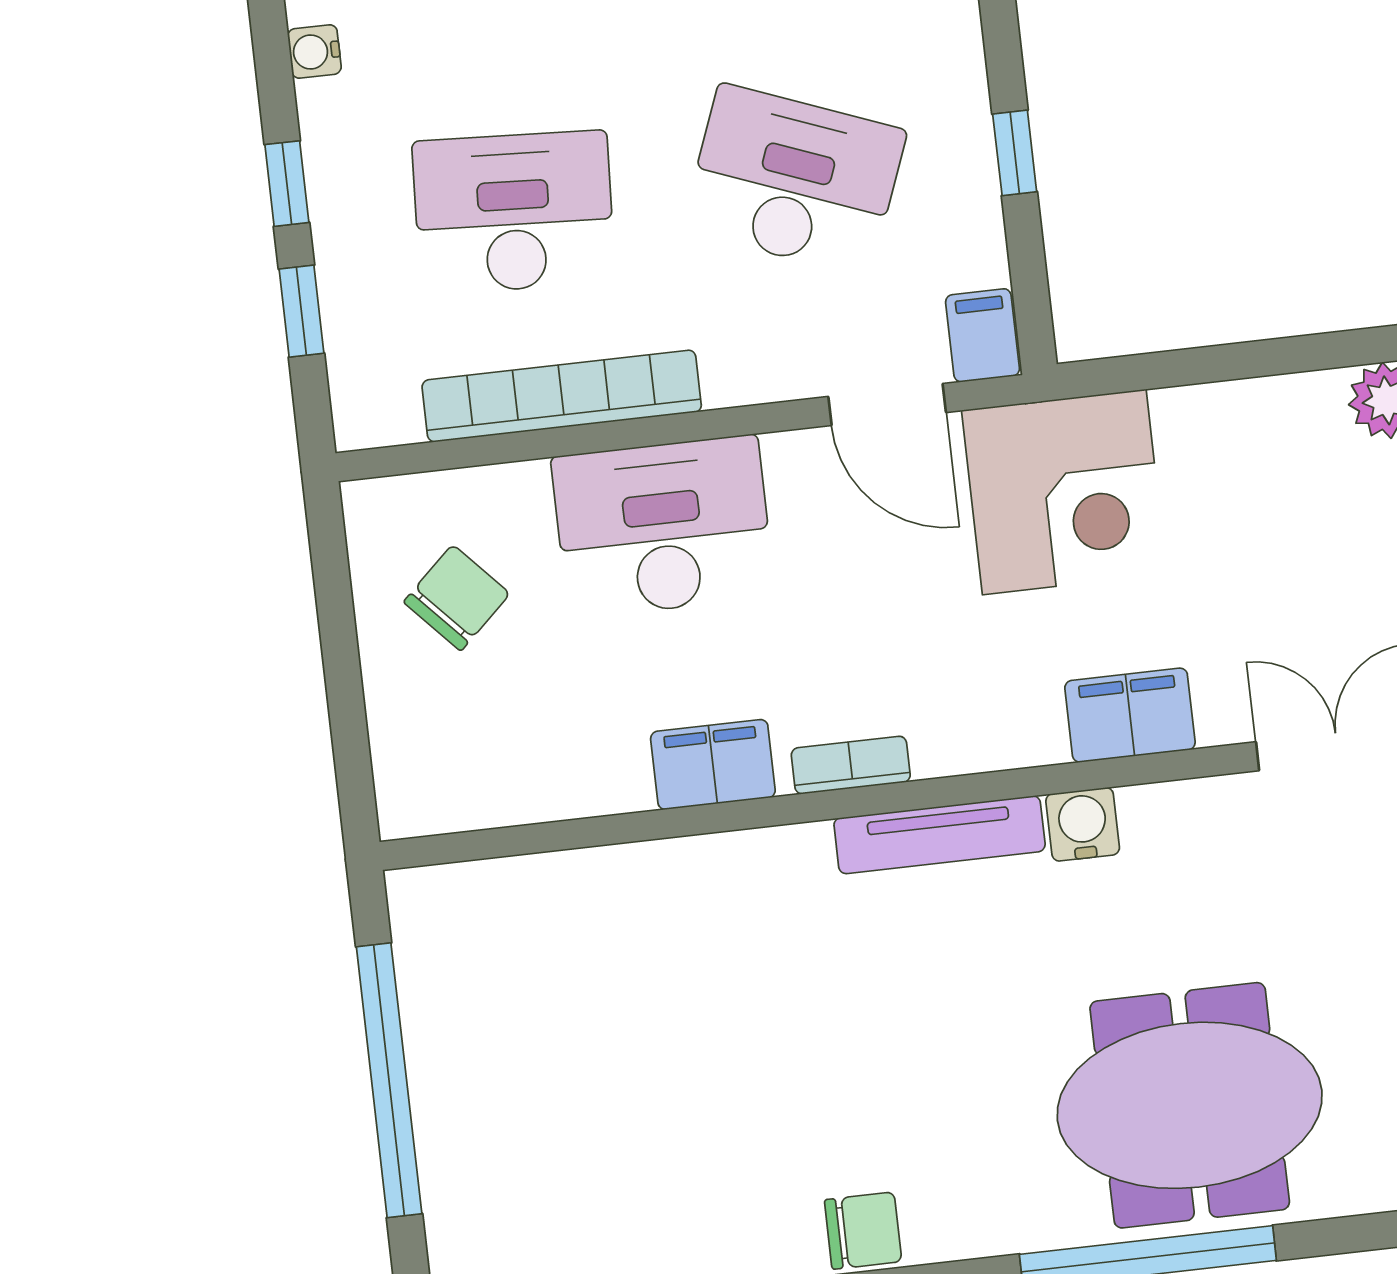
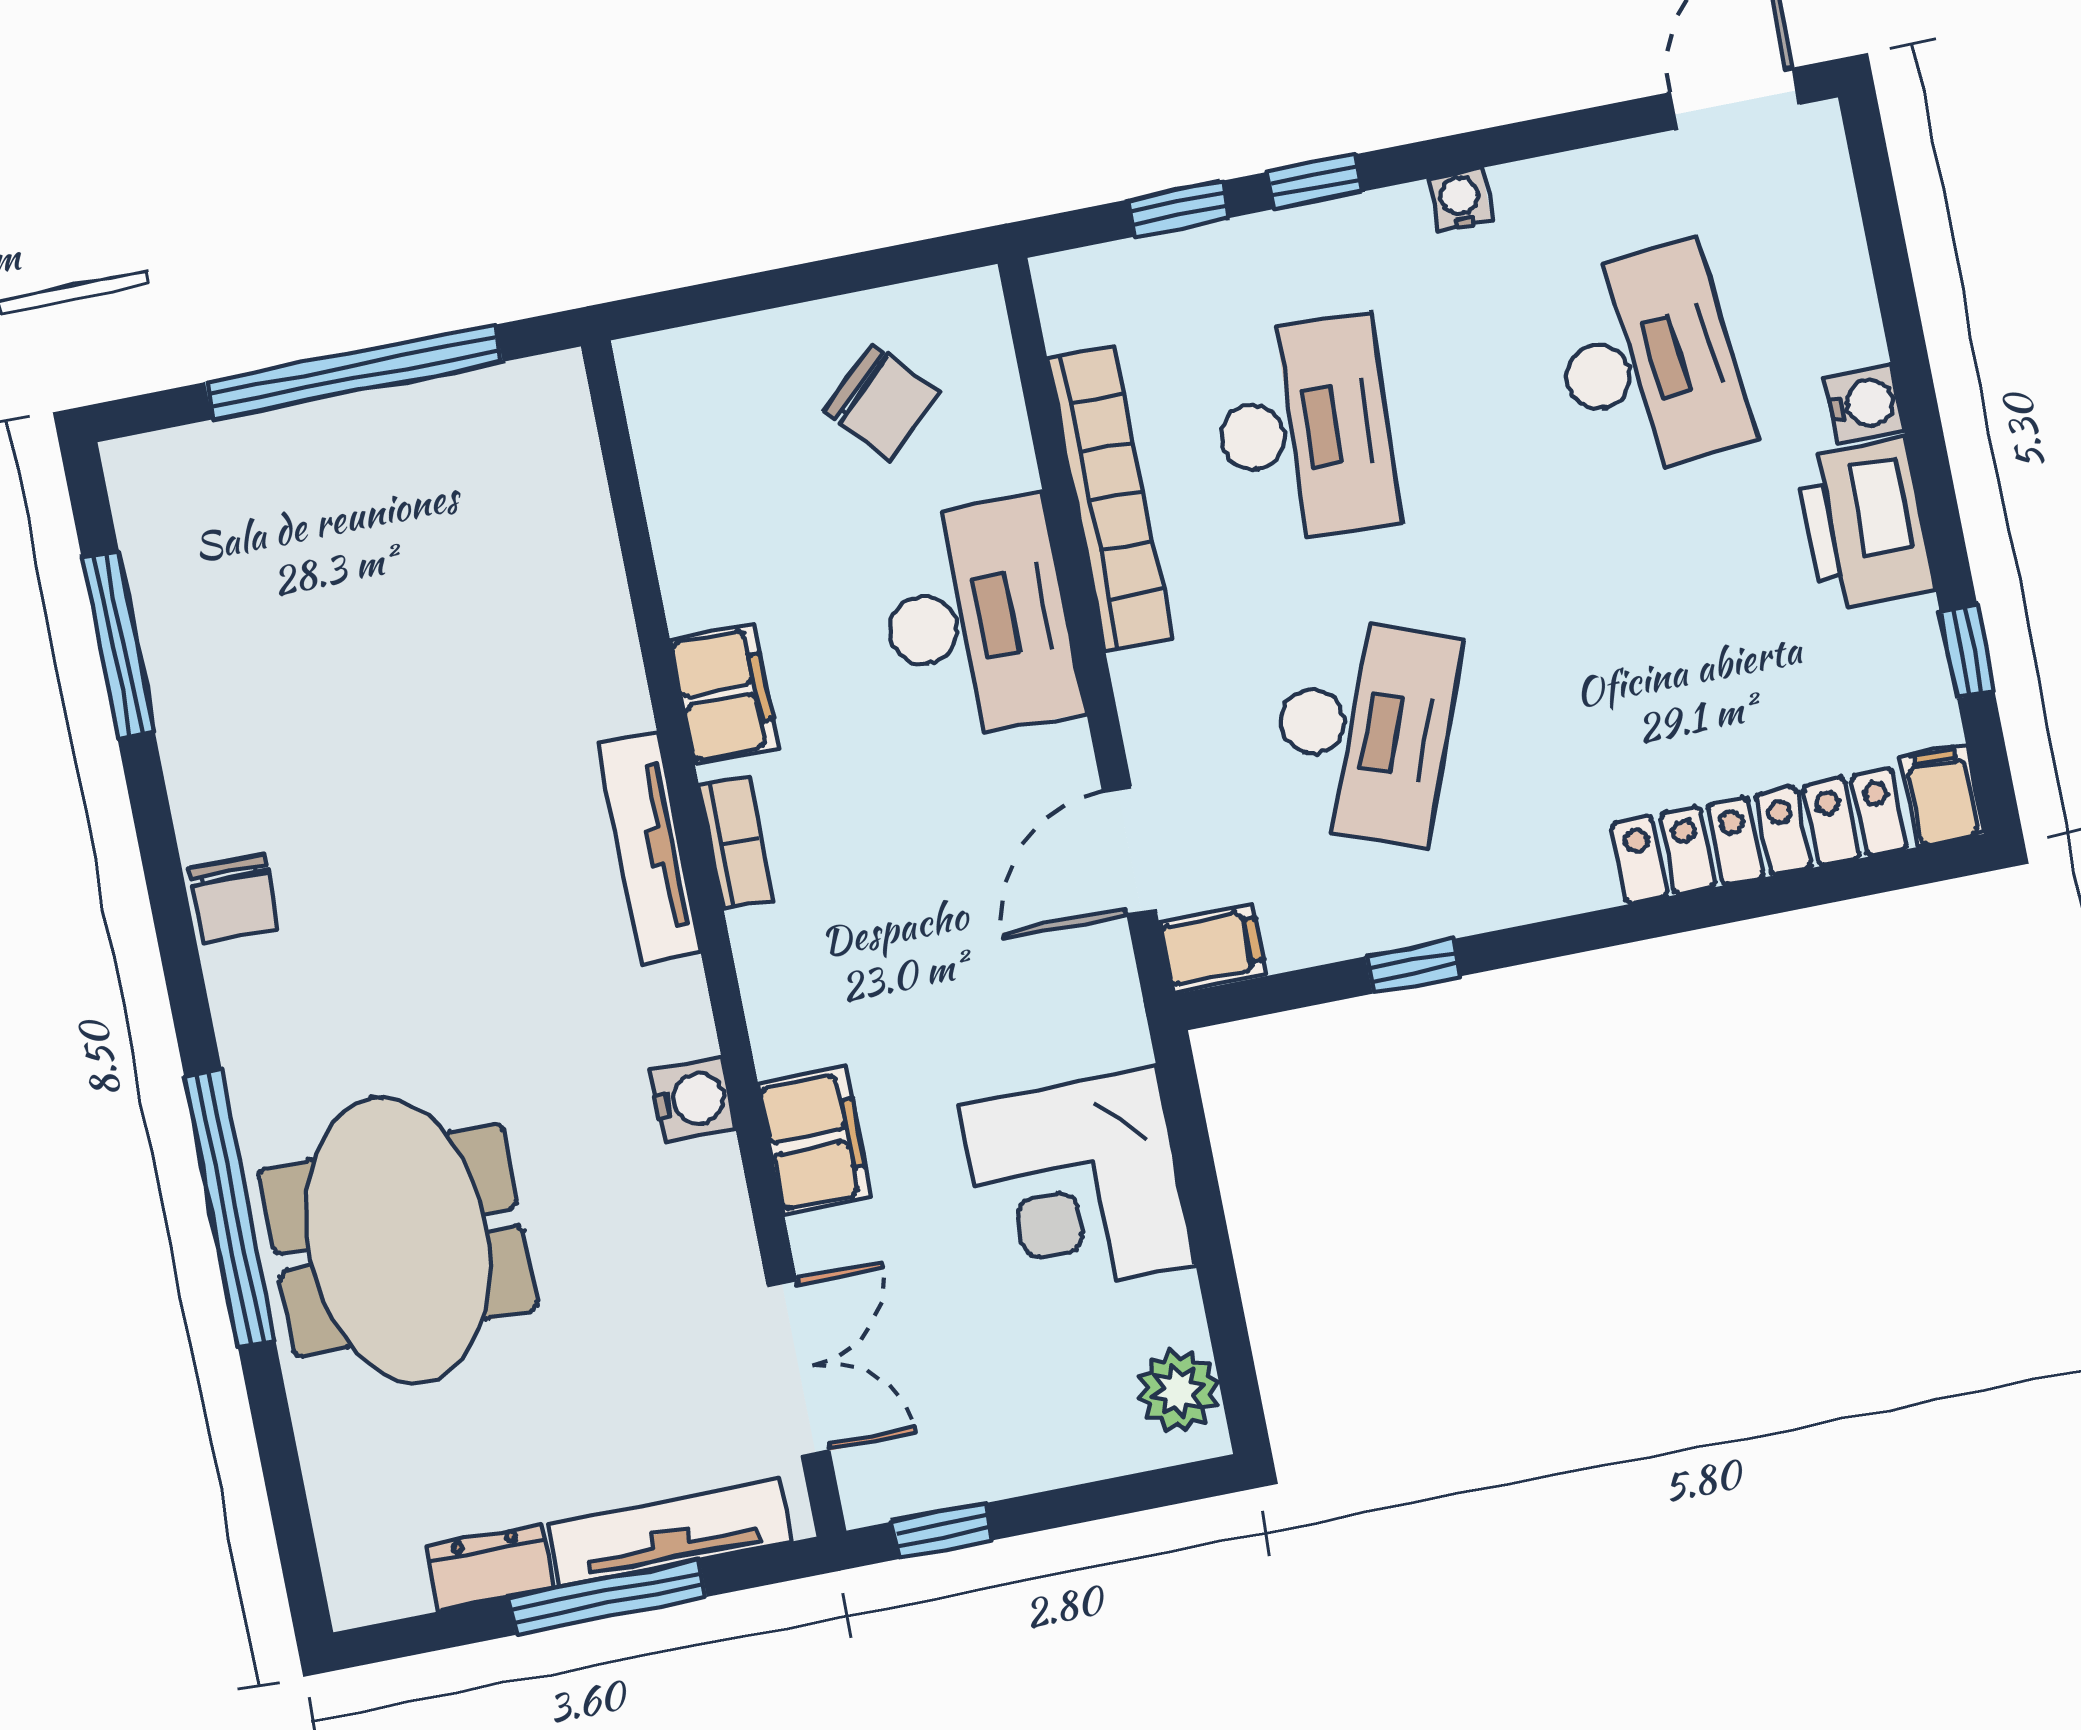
corner desk: (1064, 492) -> (1077, 1185), moved
tv unit: (940, 835) -> (649, 848), moved

